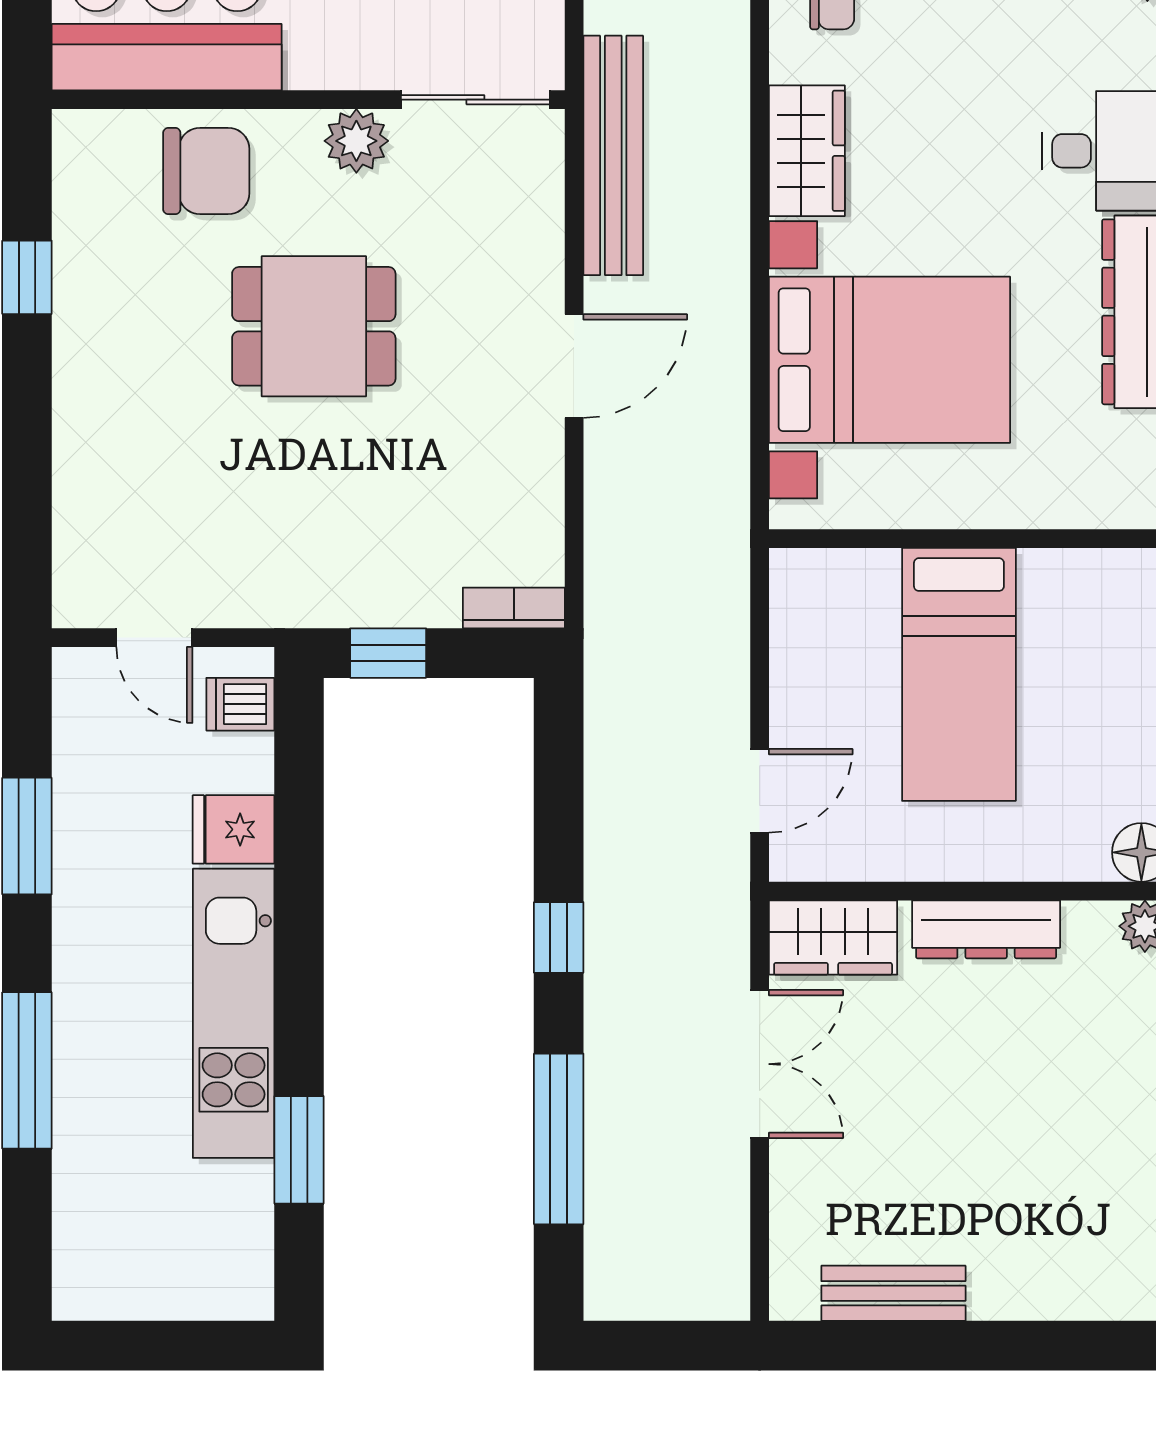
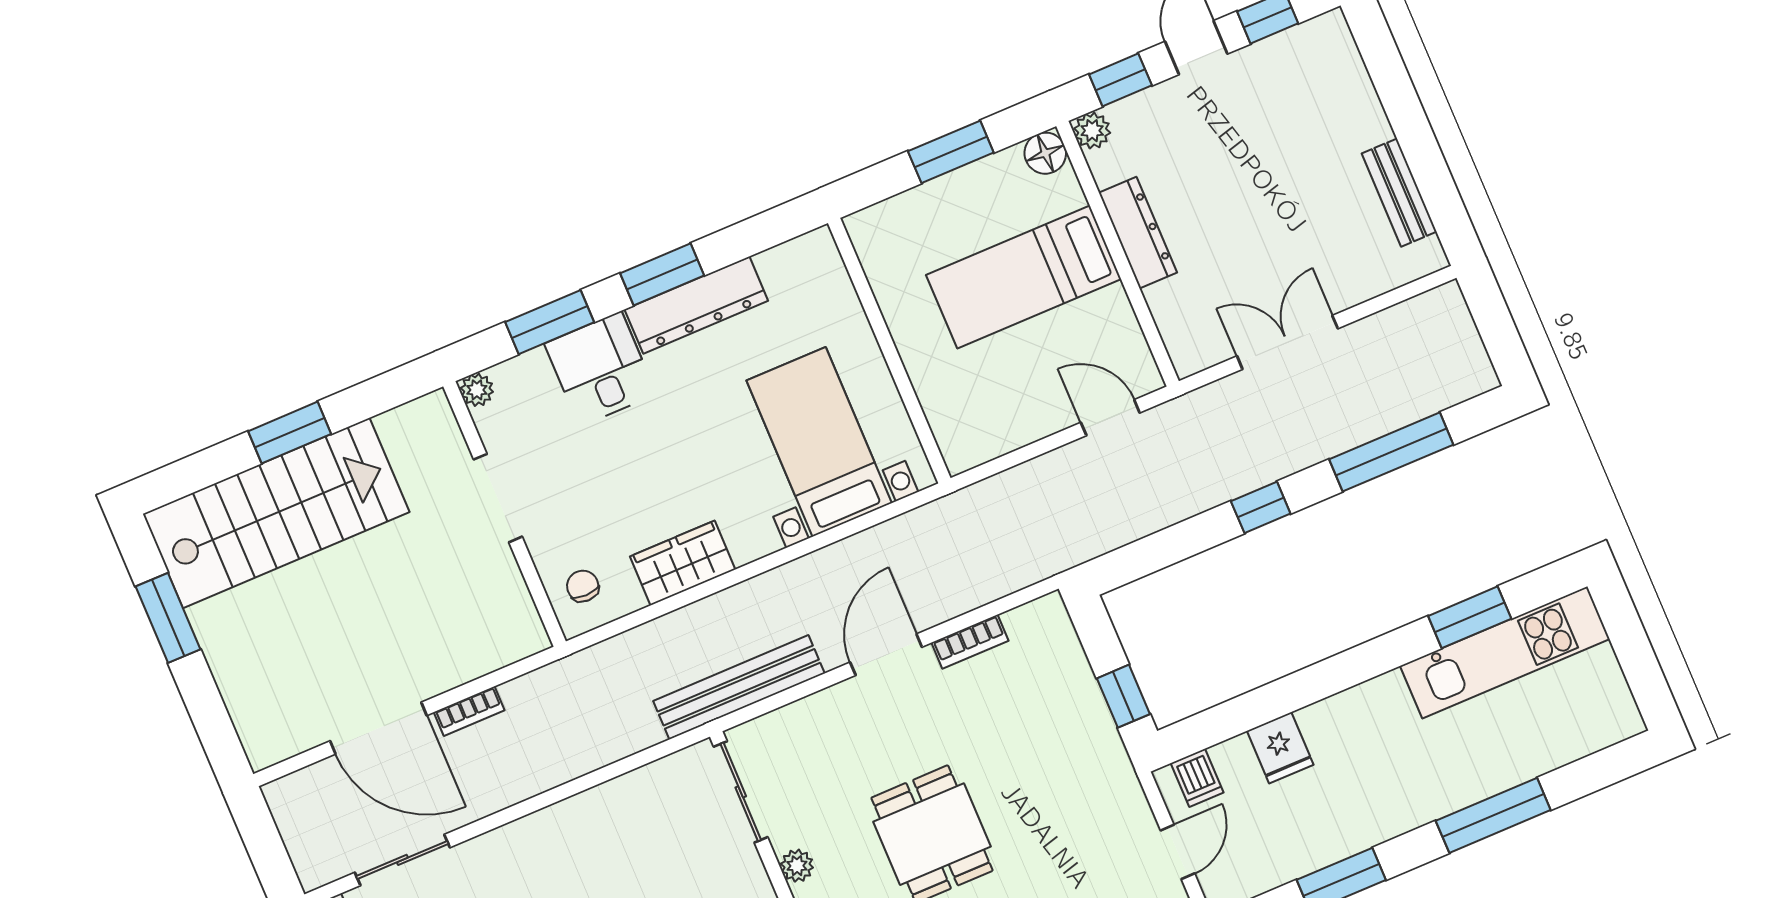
plant: (356, 141) -> (797, 866), width x0.73, depth x0.73
bed with nightstands: (889, 360) -> (819, 442), width x0.73
door: (574, 366) -> (886, 655), hinge flipped
bookcase: (514, 608) -> (970, 642), moved, turned -90
bed: (959, 674) -> (1024, 277), moved, turned 180
wardrobe: (833, 938) -> (1185, 330), removed
kitchen unit: (234, 1013) -> (1505, 652), moved

